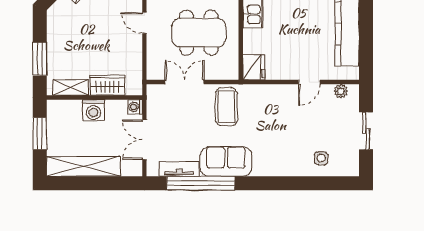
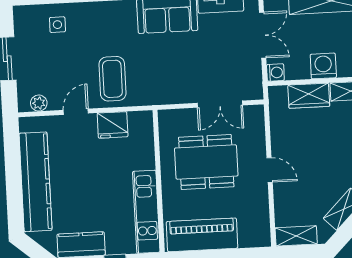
fridge: (254, 67) -> (113, 125), moved, turned -90
coffee table: (226, 107) -> (112, 79), moved

